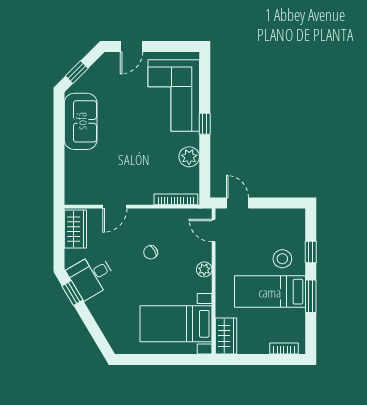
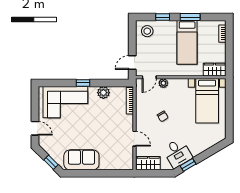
stool: (282, 259) -> (147, 31), moved
plant: (204, 269) -> (163, 83), moved

